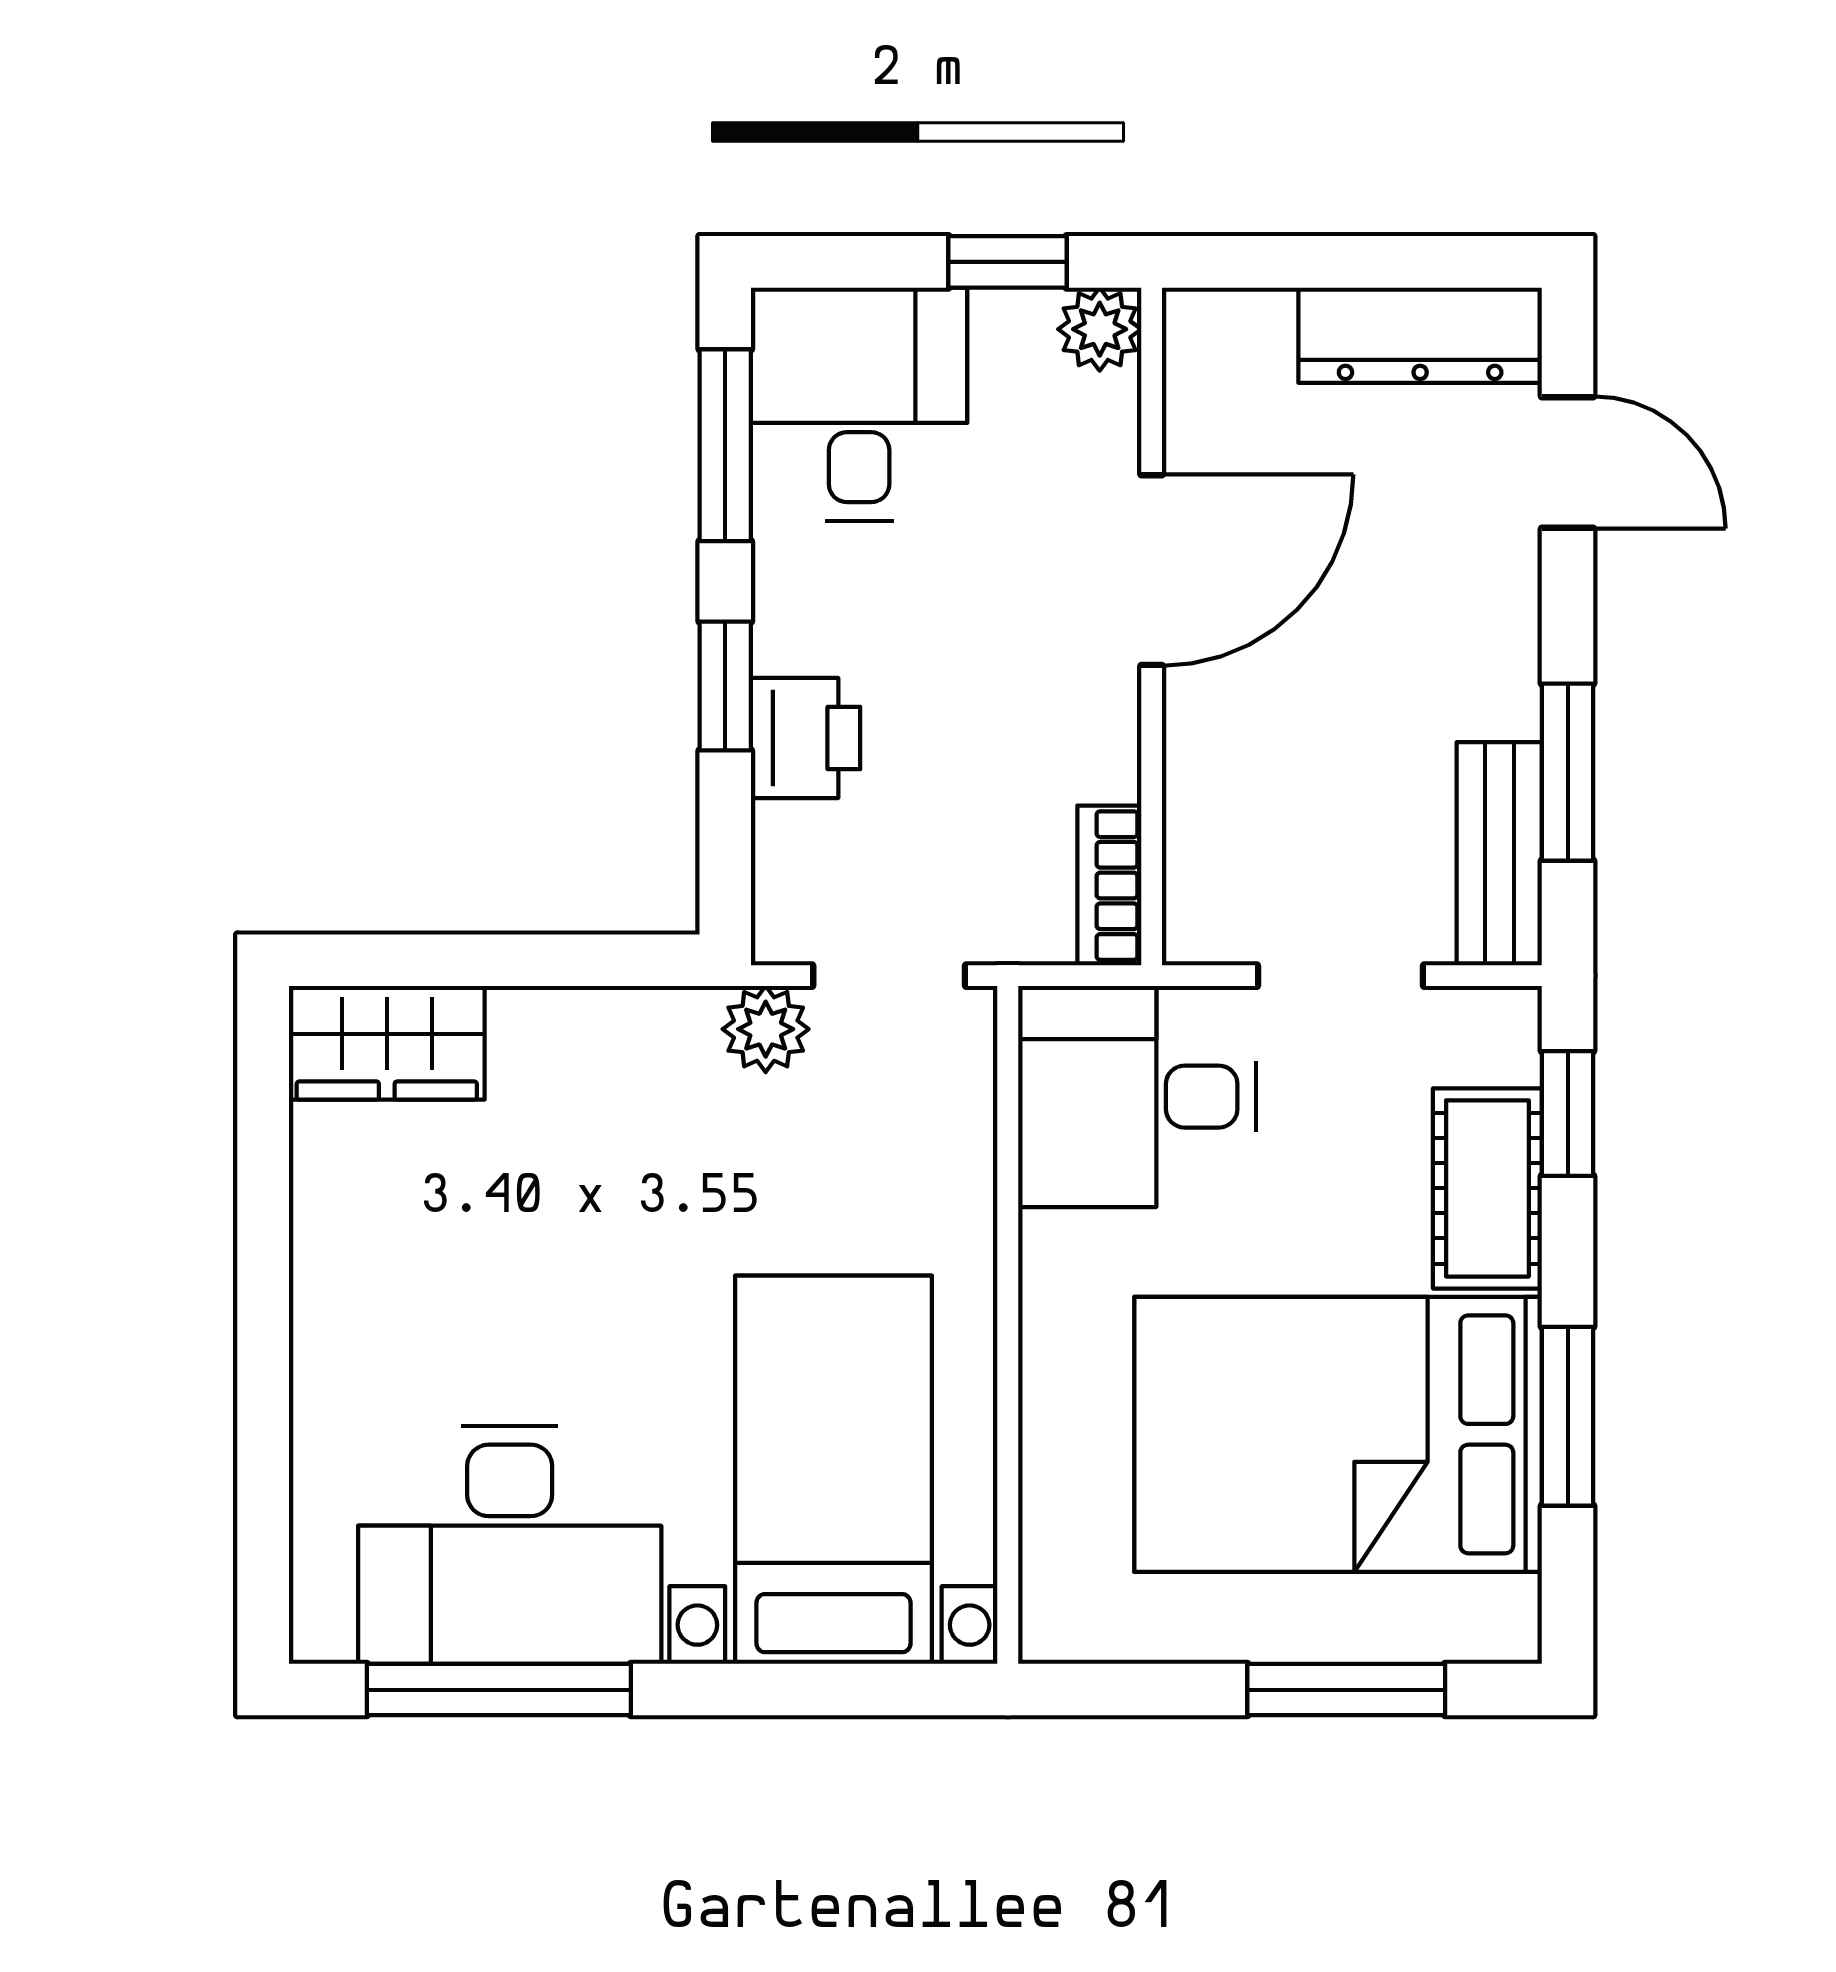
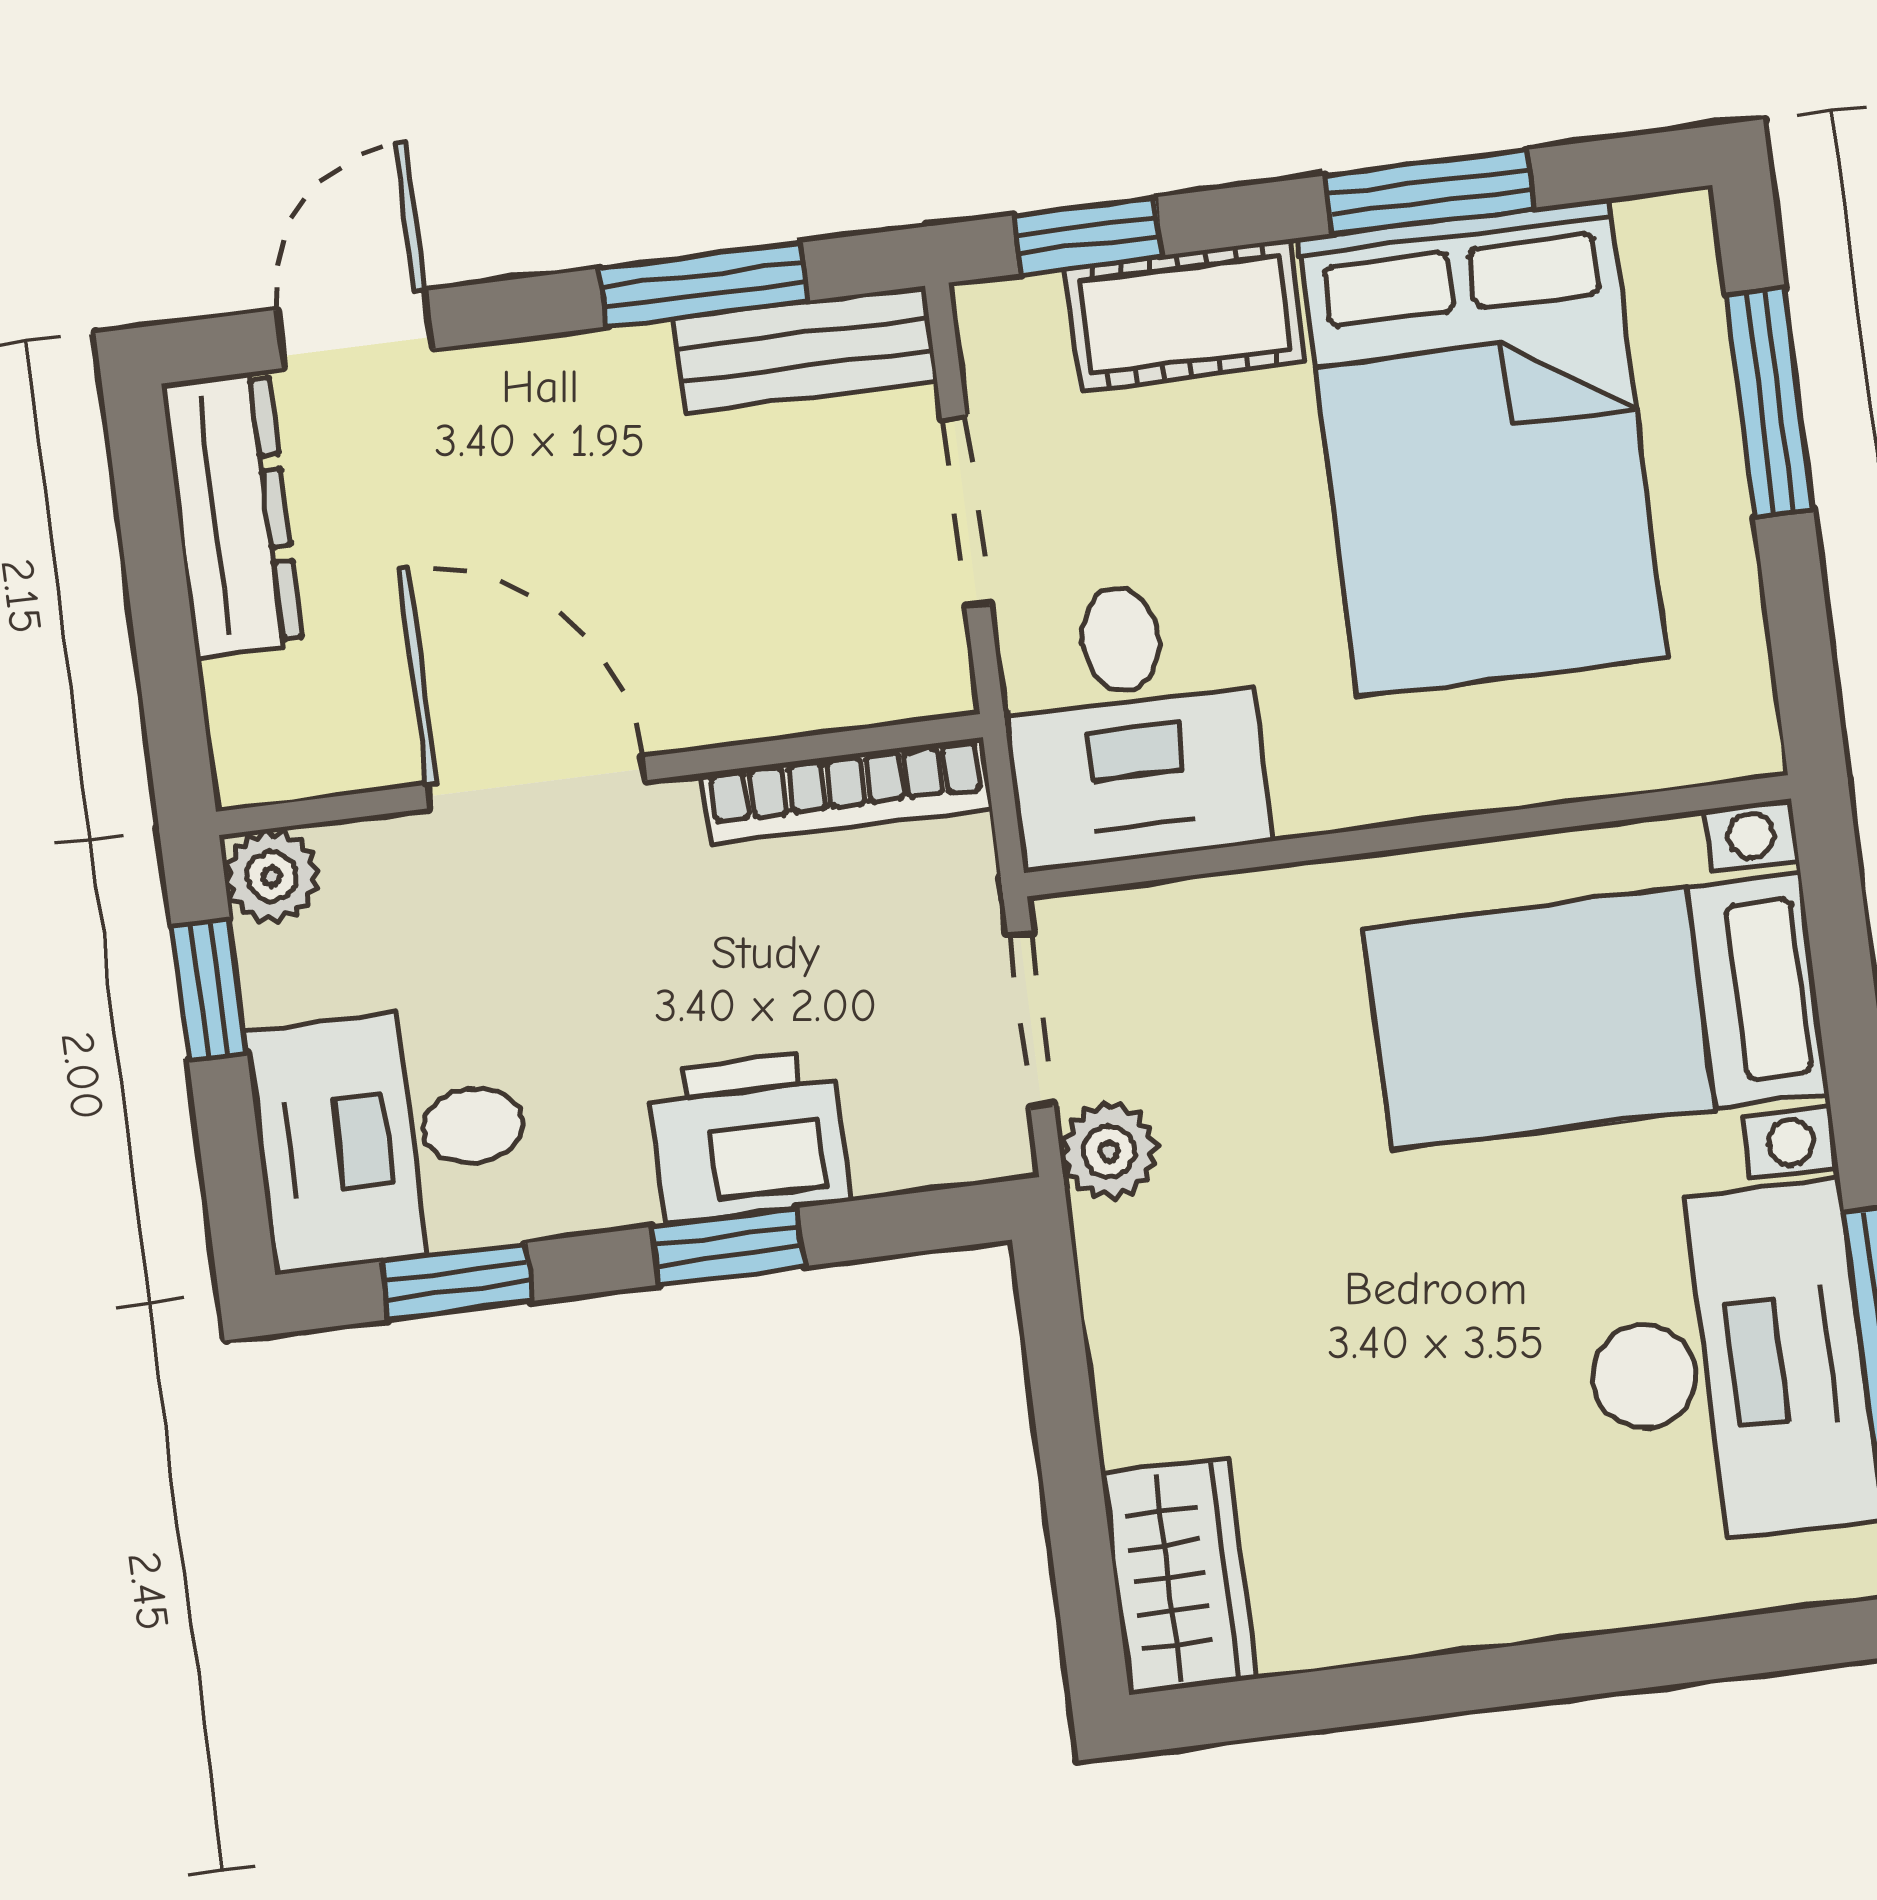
window: (725, 445) -> (457, 1281), width x0.67
printer: (806, 738) -> (749, 1137), width x1.36, depth x1.24
bookcase: (1109, 886) -> (847, 791), width x1.56

